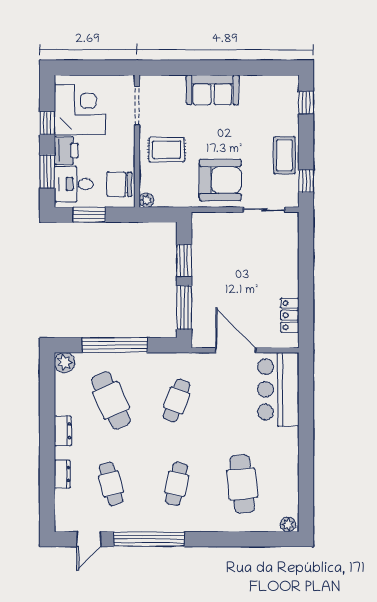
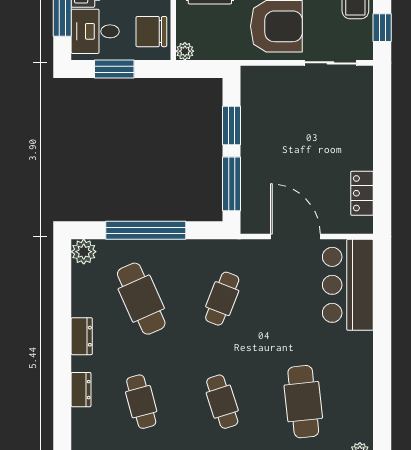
cafe table: (177, 484) -> (222, 402), turned -30

